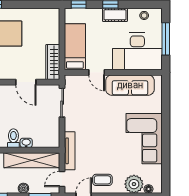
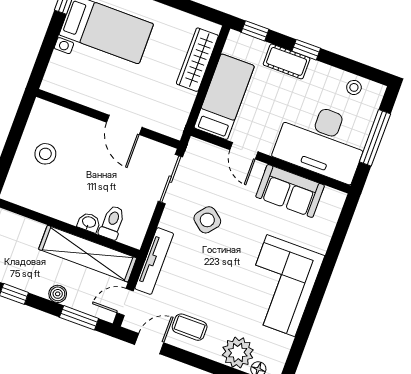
cot: (115, 15) -> (287, 61), moved
wardrobe: (53, 62) -> (197, 60), moved
sofa: (130, 85) -> (290, 191), width x0.73
side table: (91, 118) -> (207, 220), added
toilet: (13, 138) -> (112, 223), moved

